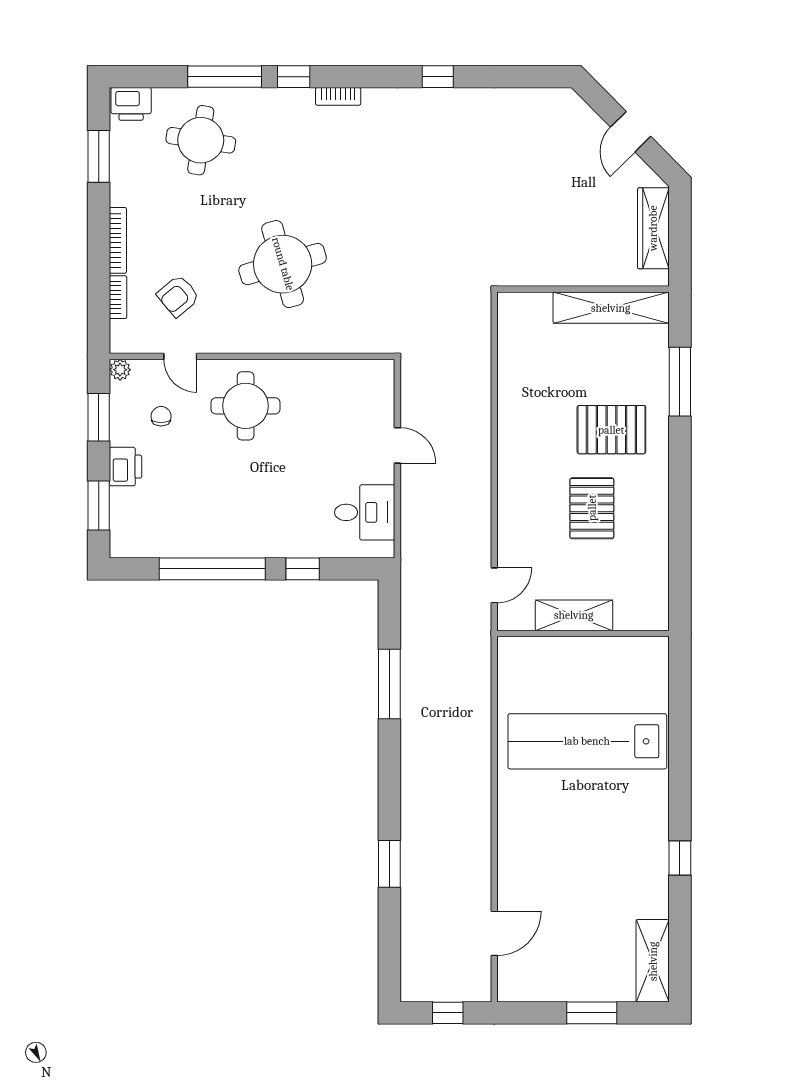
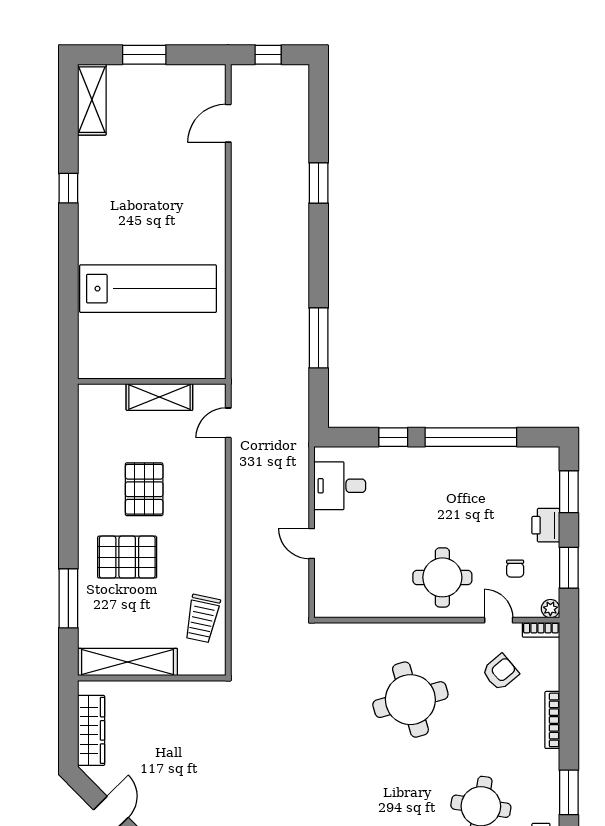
bookcase: (118, 297) -> (541, 630), moved, turned -90
trolley: (524, 358) -> (202, 619), added

